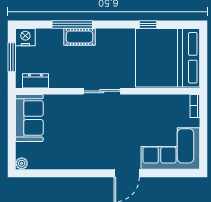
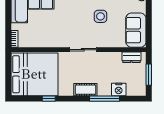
nightstand: (25, 37) -> (119, 89), moved
cot: (79, 37) -> (85, 90), moved
side table: (78, 137) -> (100, 16), added

